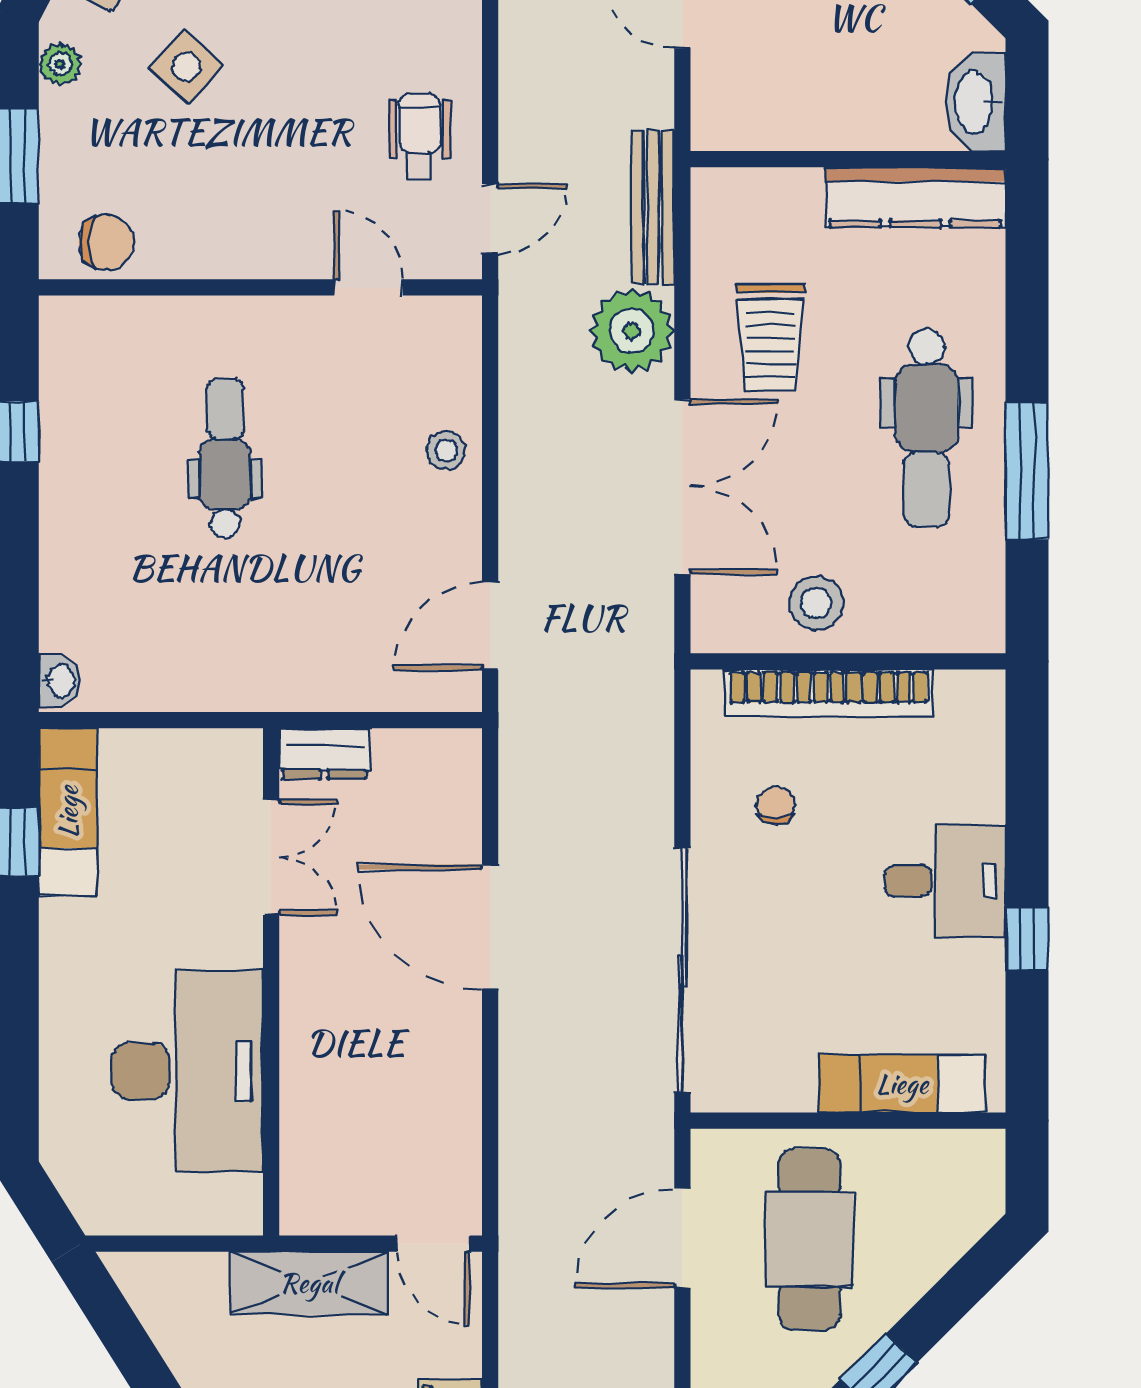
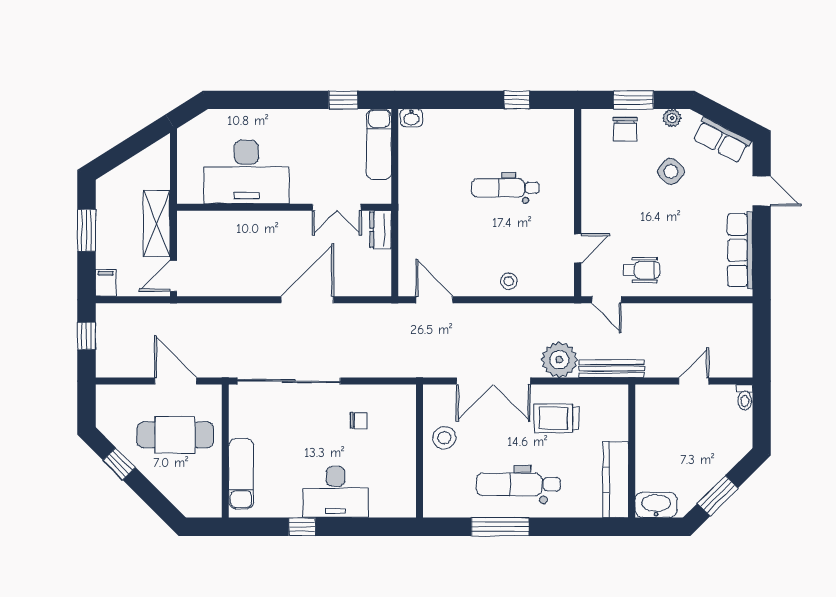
chair: (106, 242) -> (625, 129), moved
dental chair: (225, 458) -> (505, 188), turned 180
bookcase: (829, 693) -> (406, 443), removed
exam couch: (68, 812) -> (379, 144), moved, turned 90
desk: (945, 881) -> (336, 492), width x1.37

